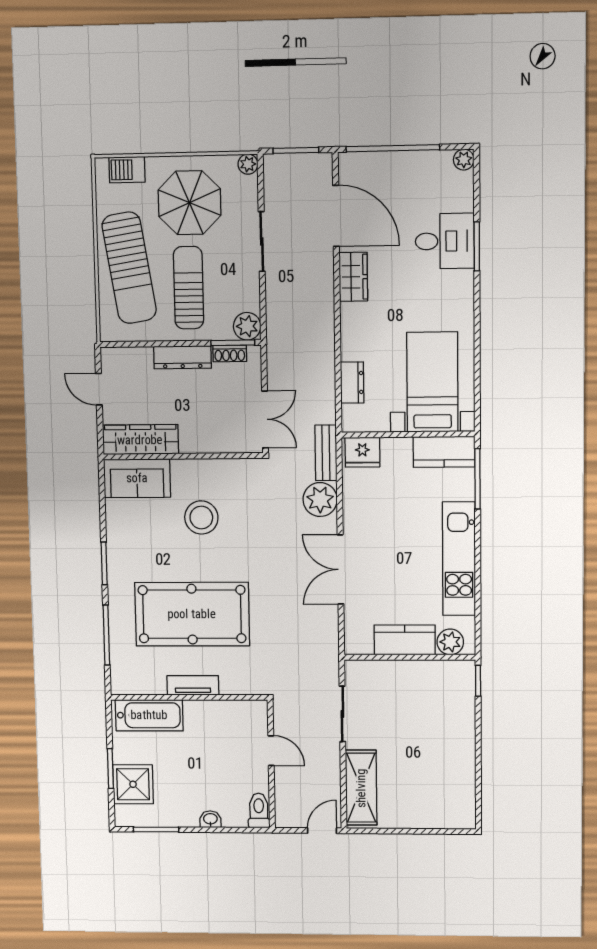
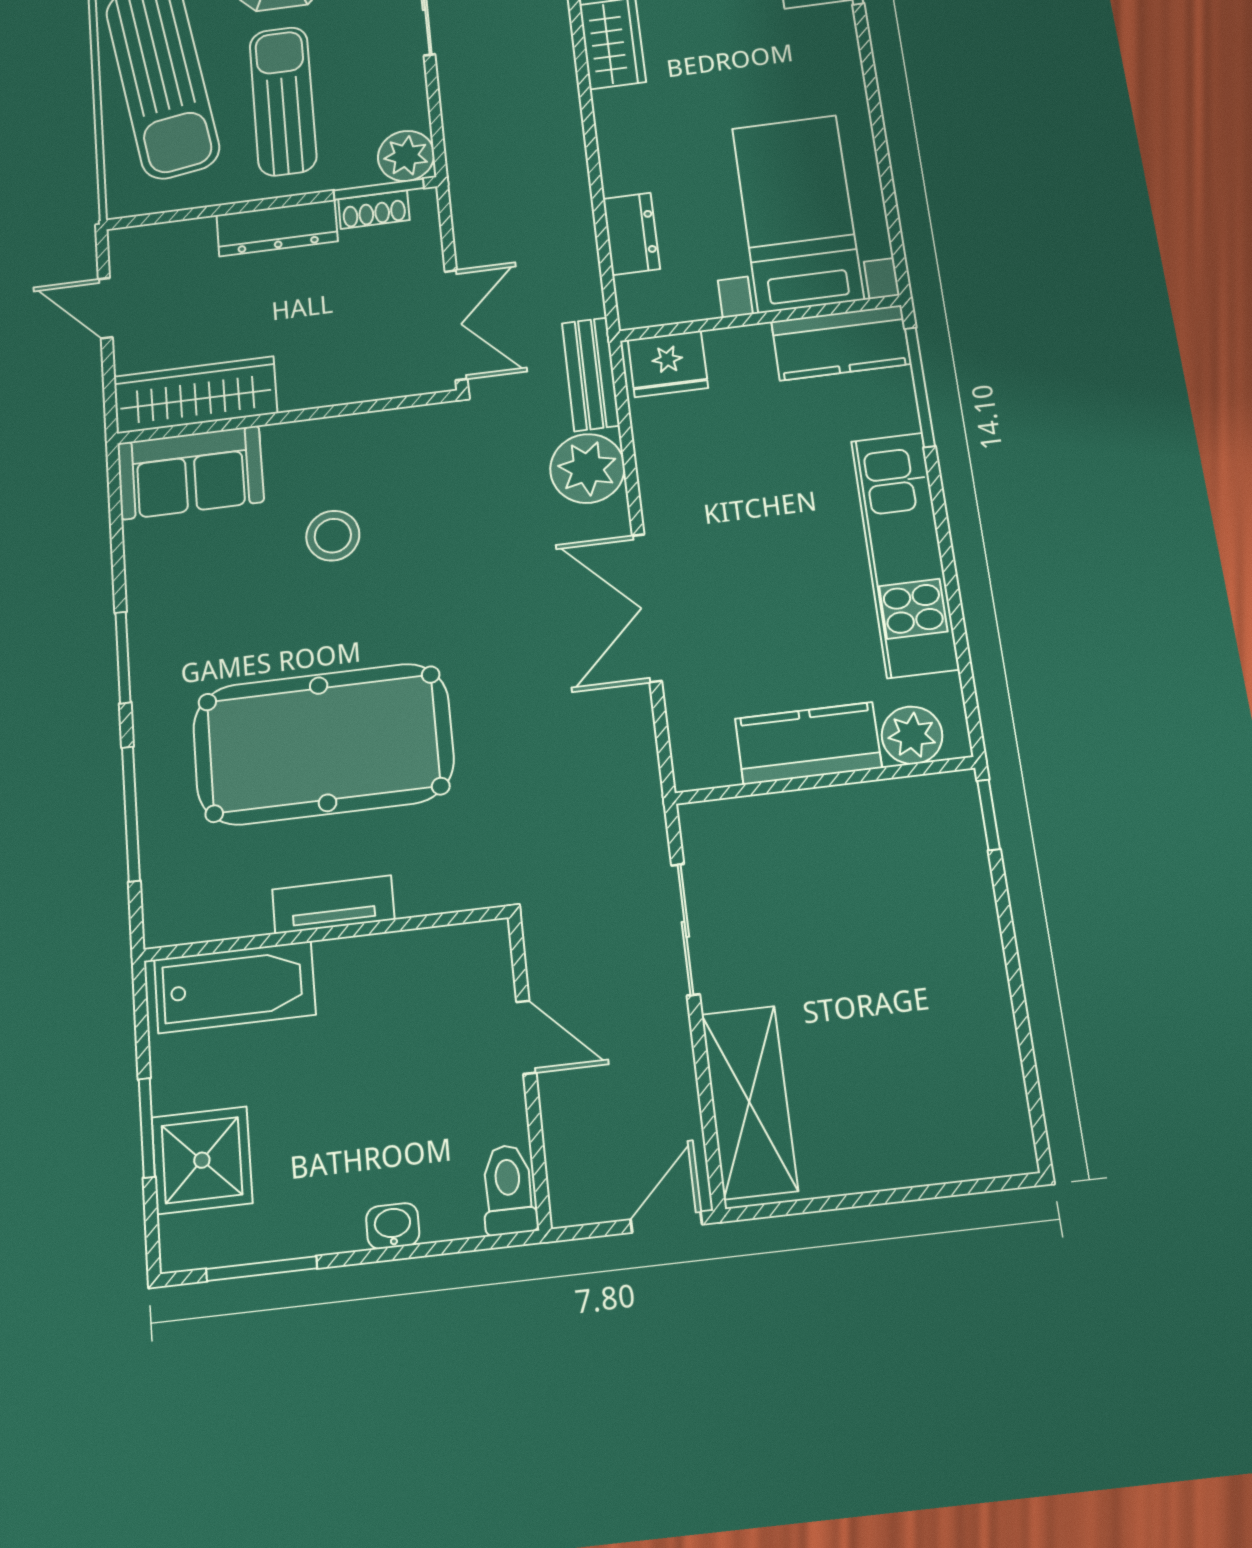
stool: (201, 518) -> (333, 536), width x0.73, depth x0.73

